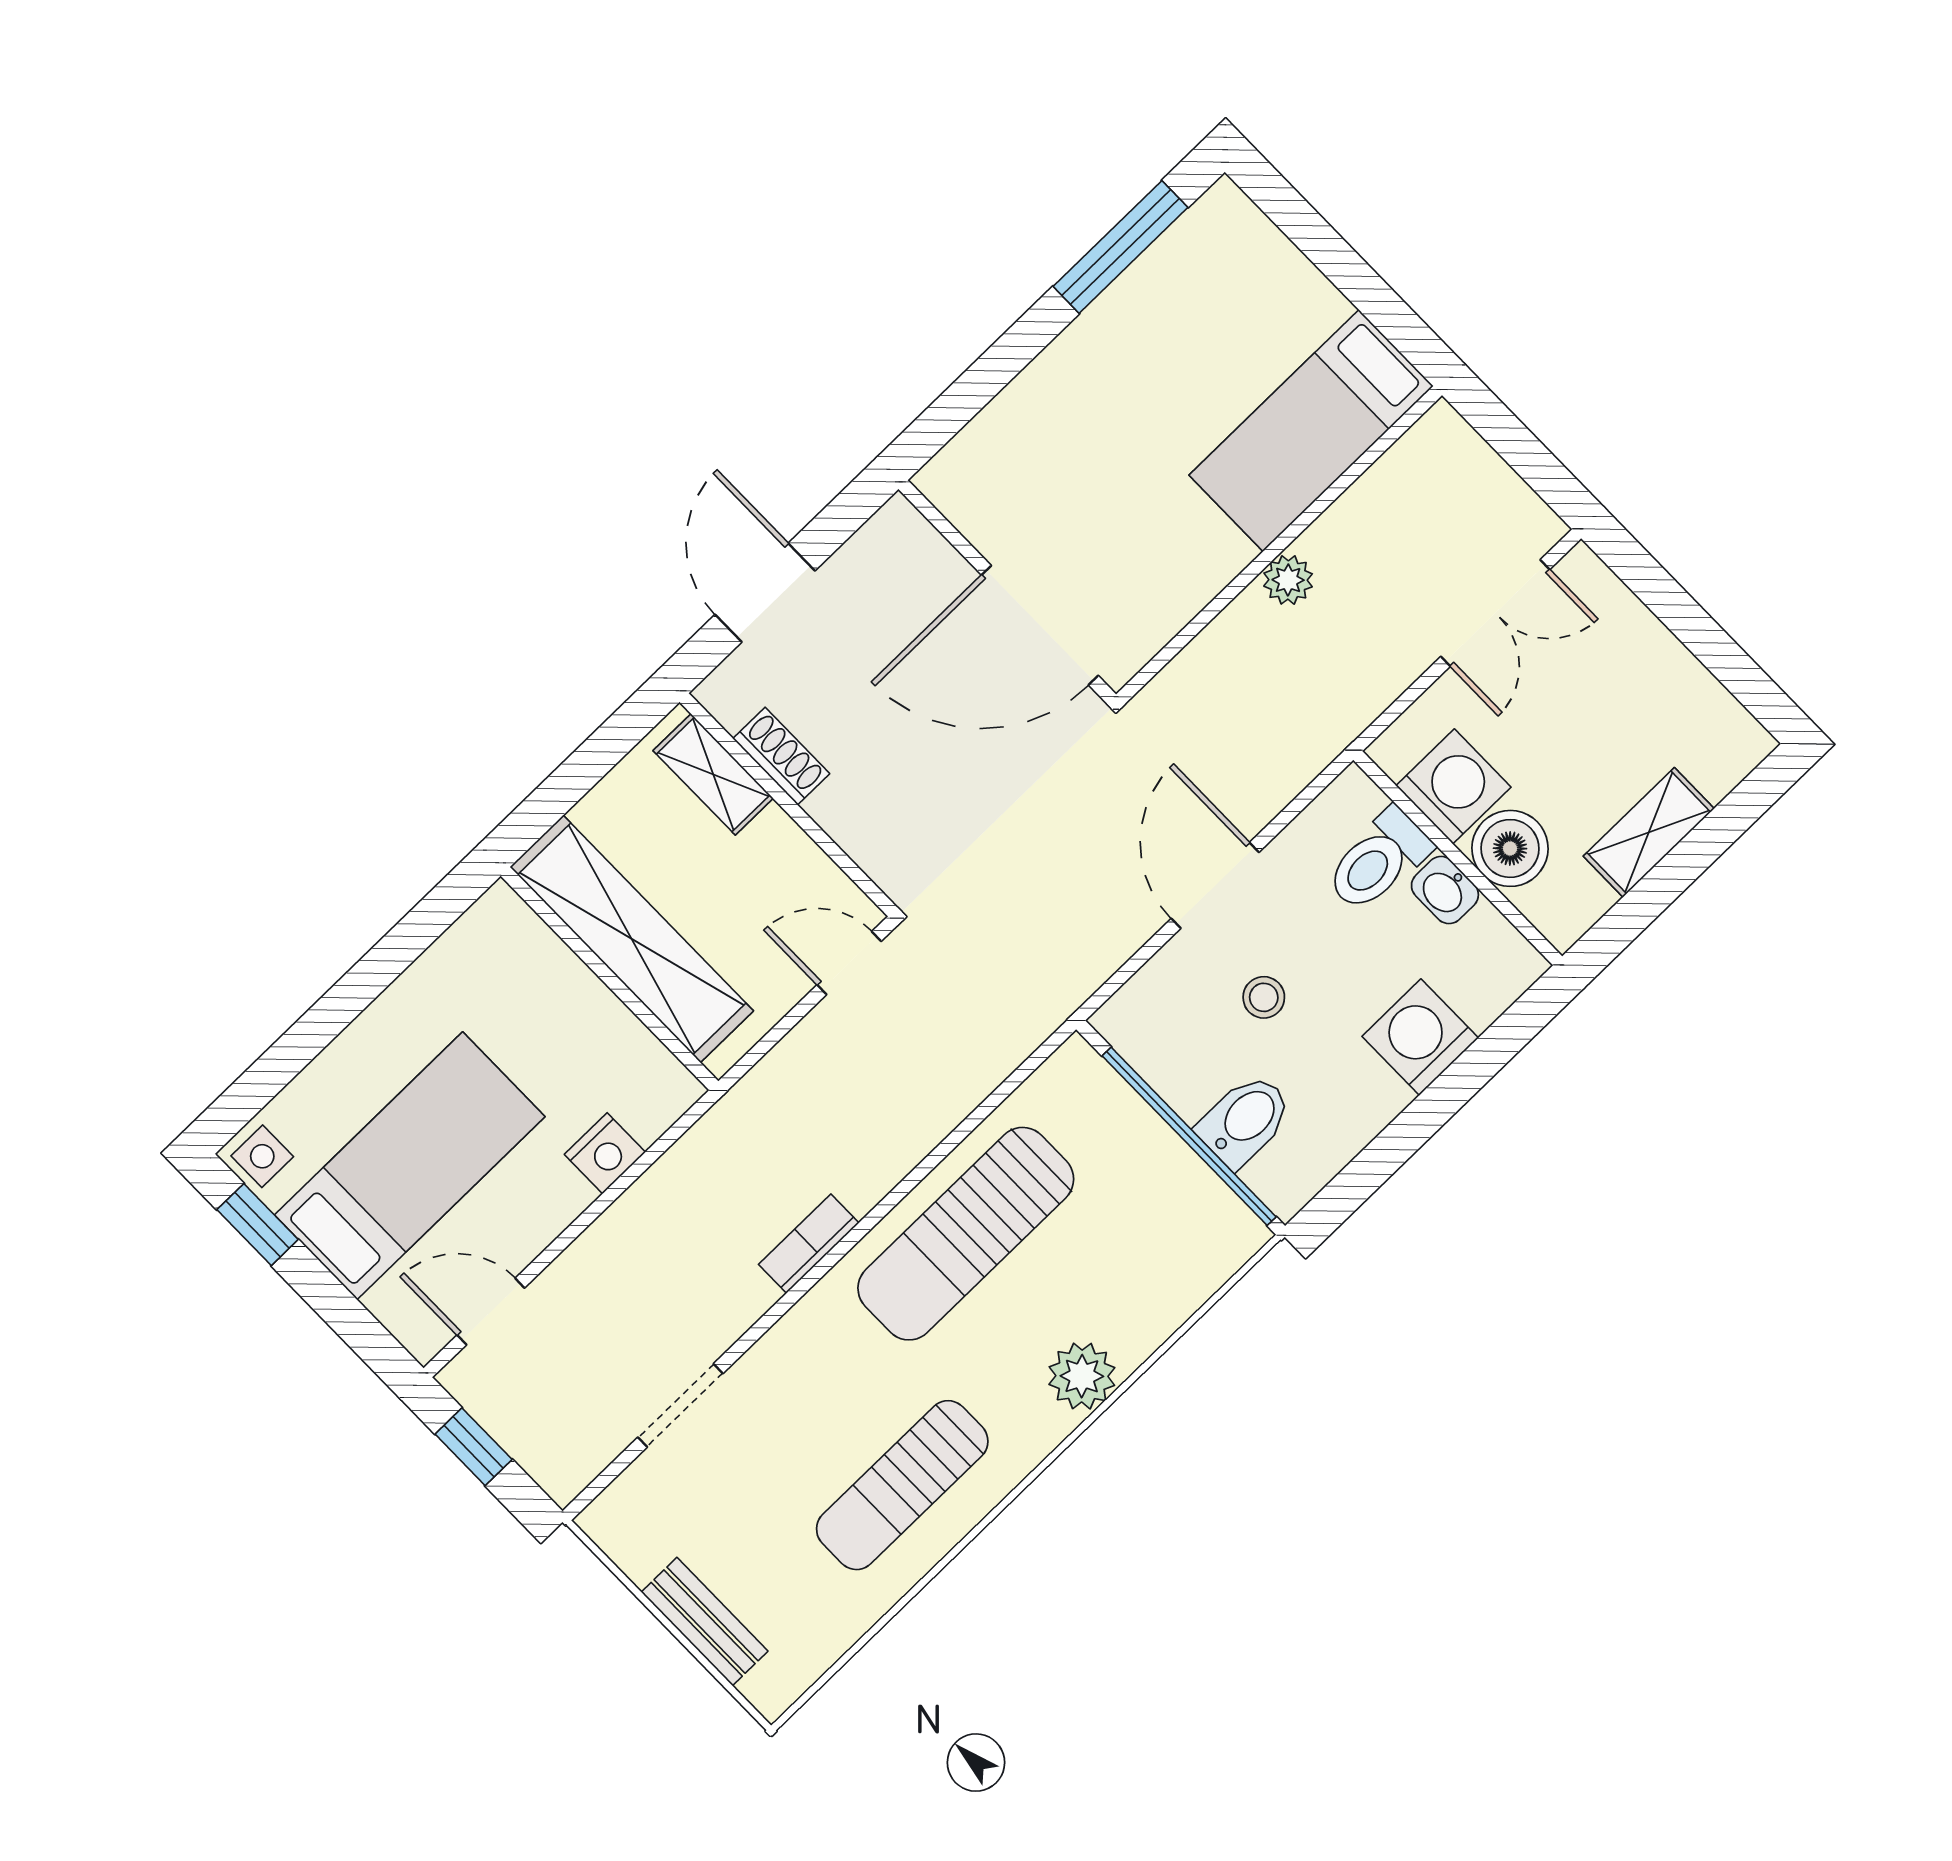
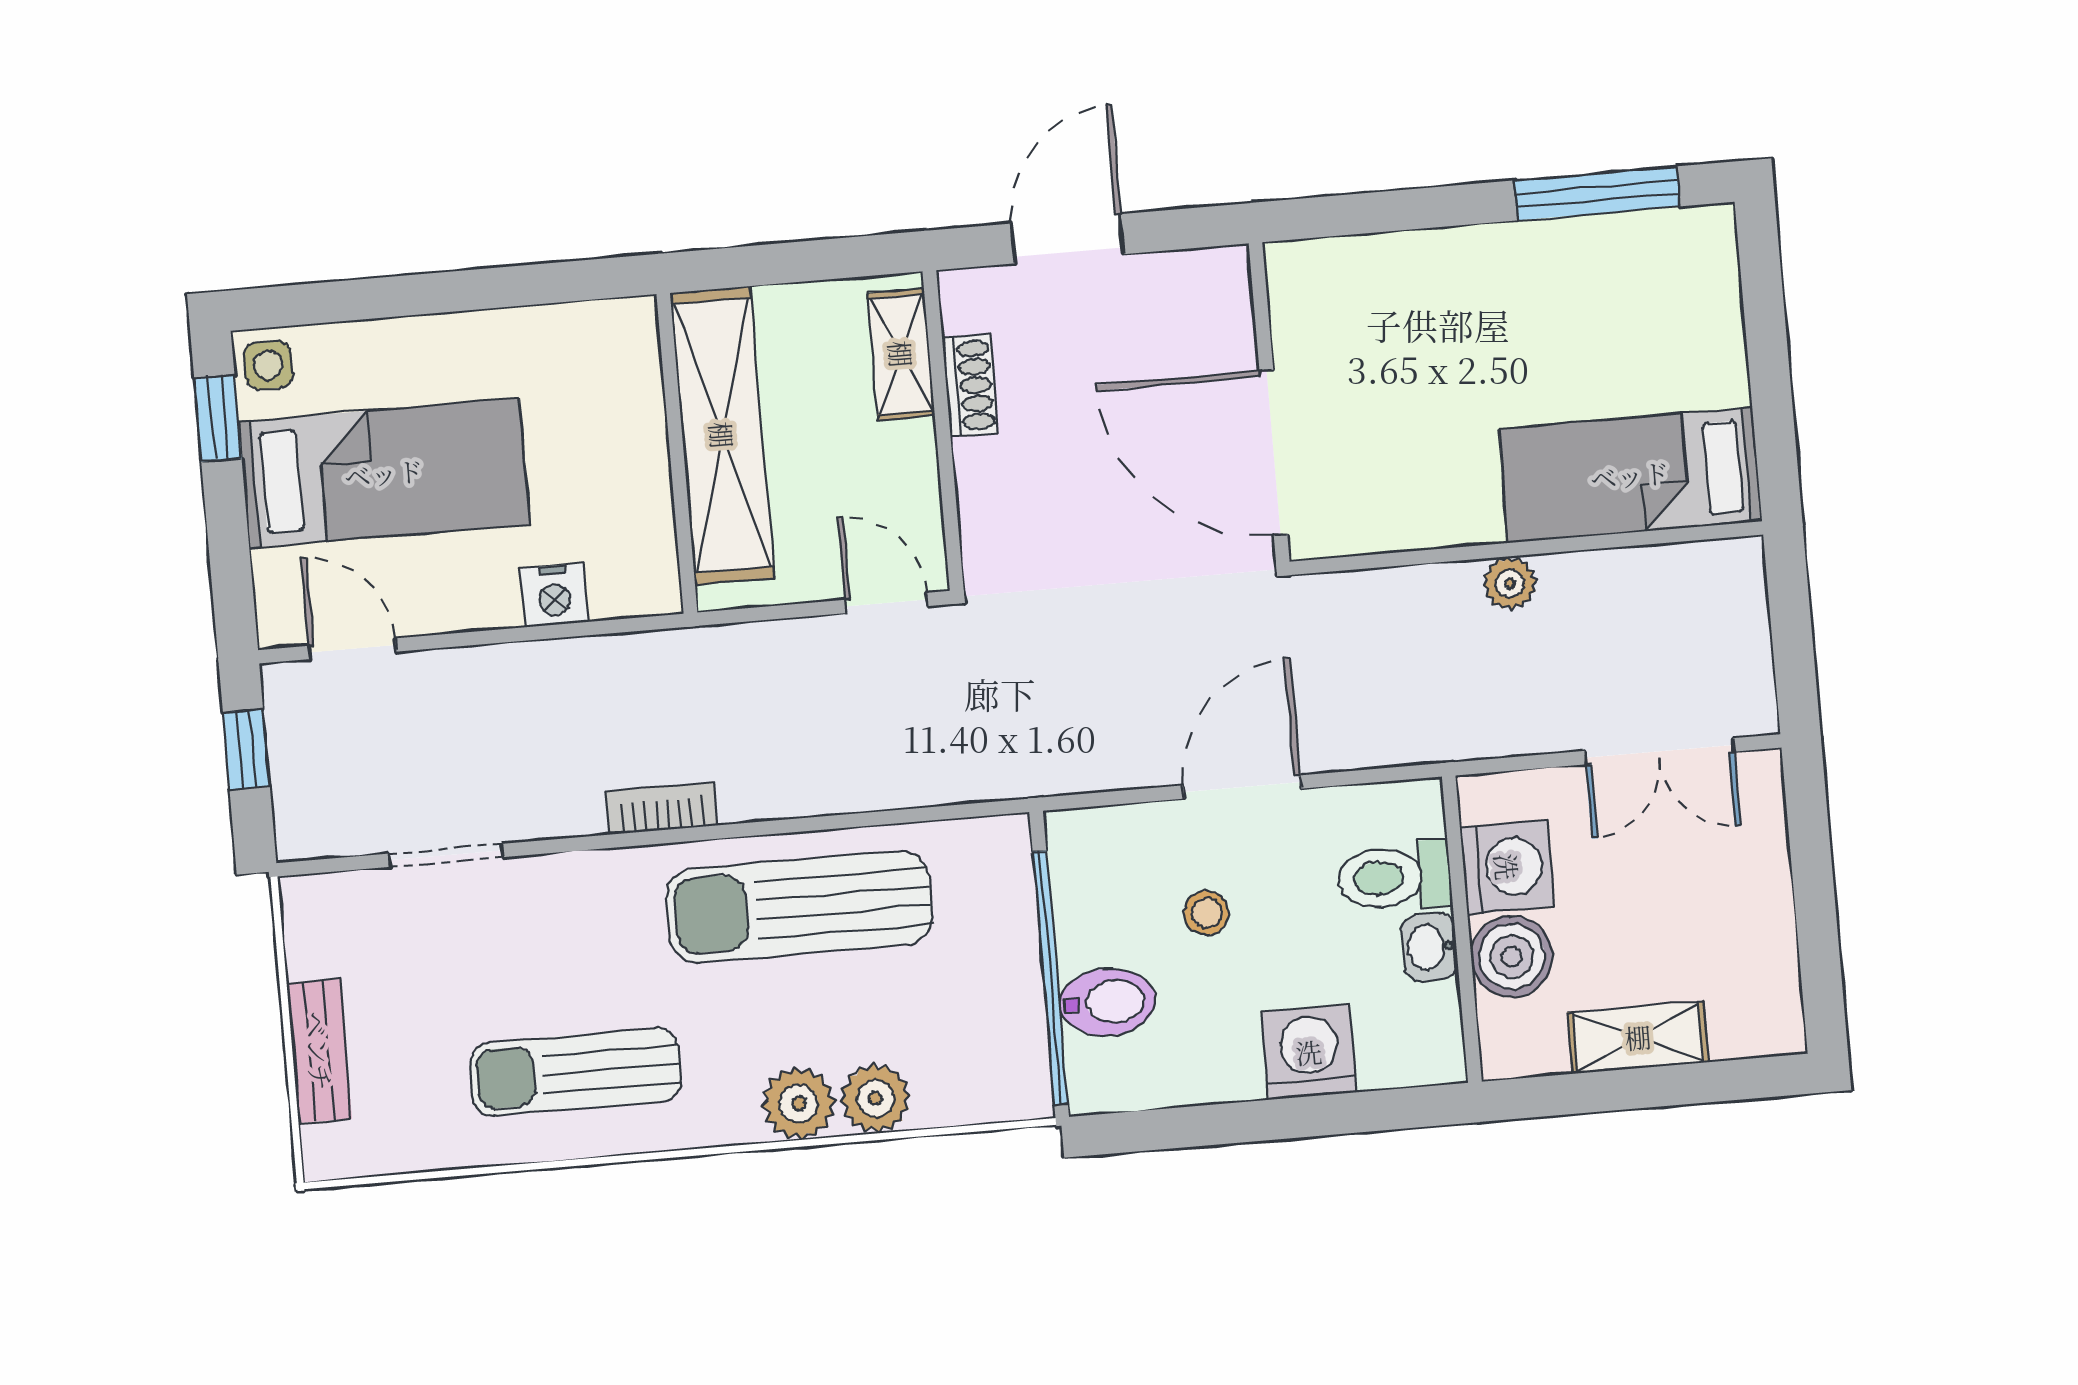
plant: (1134, 1327) -> (875, 1098), added

